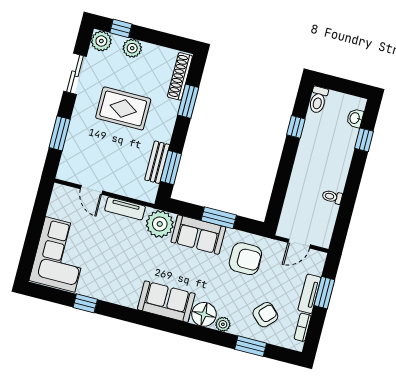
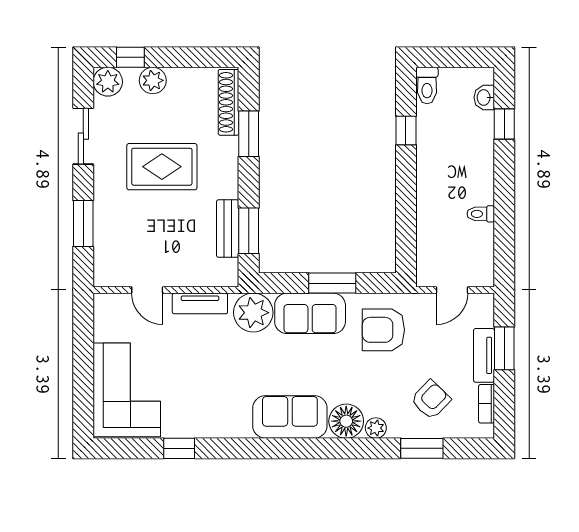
armchair: (245, 259) -> (383, 330), turned 180

